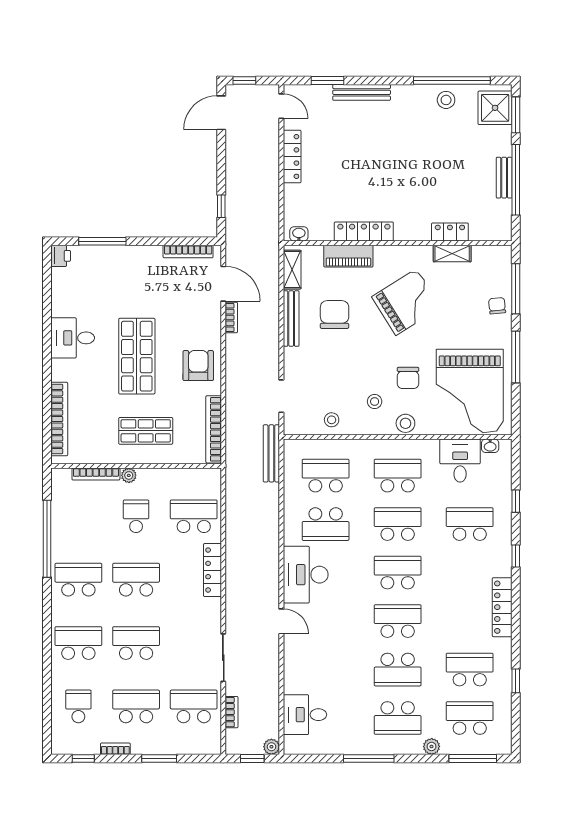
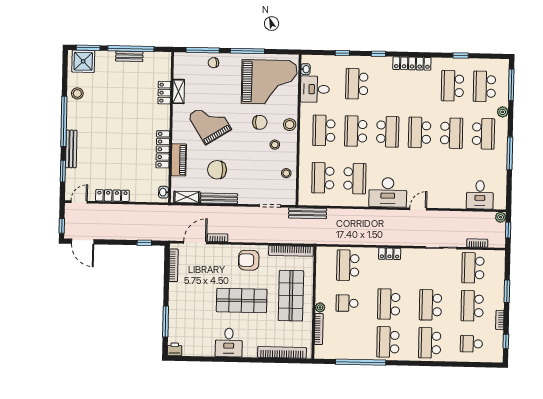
window: (452, 80) -> (64, 121), moved
shop shelf: (146, 431) -> (291, 296), width x1.43, depth x1.36
locker: (212, 570) -> (390, 254), width x0.66
school desk: (398, 573) -> (388, 132), turned 180

